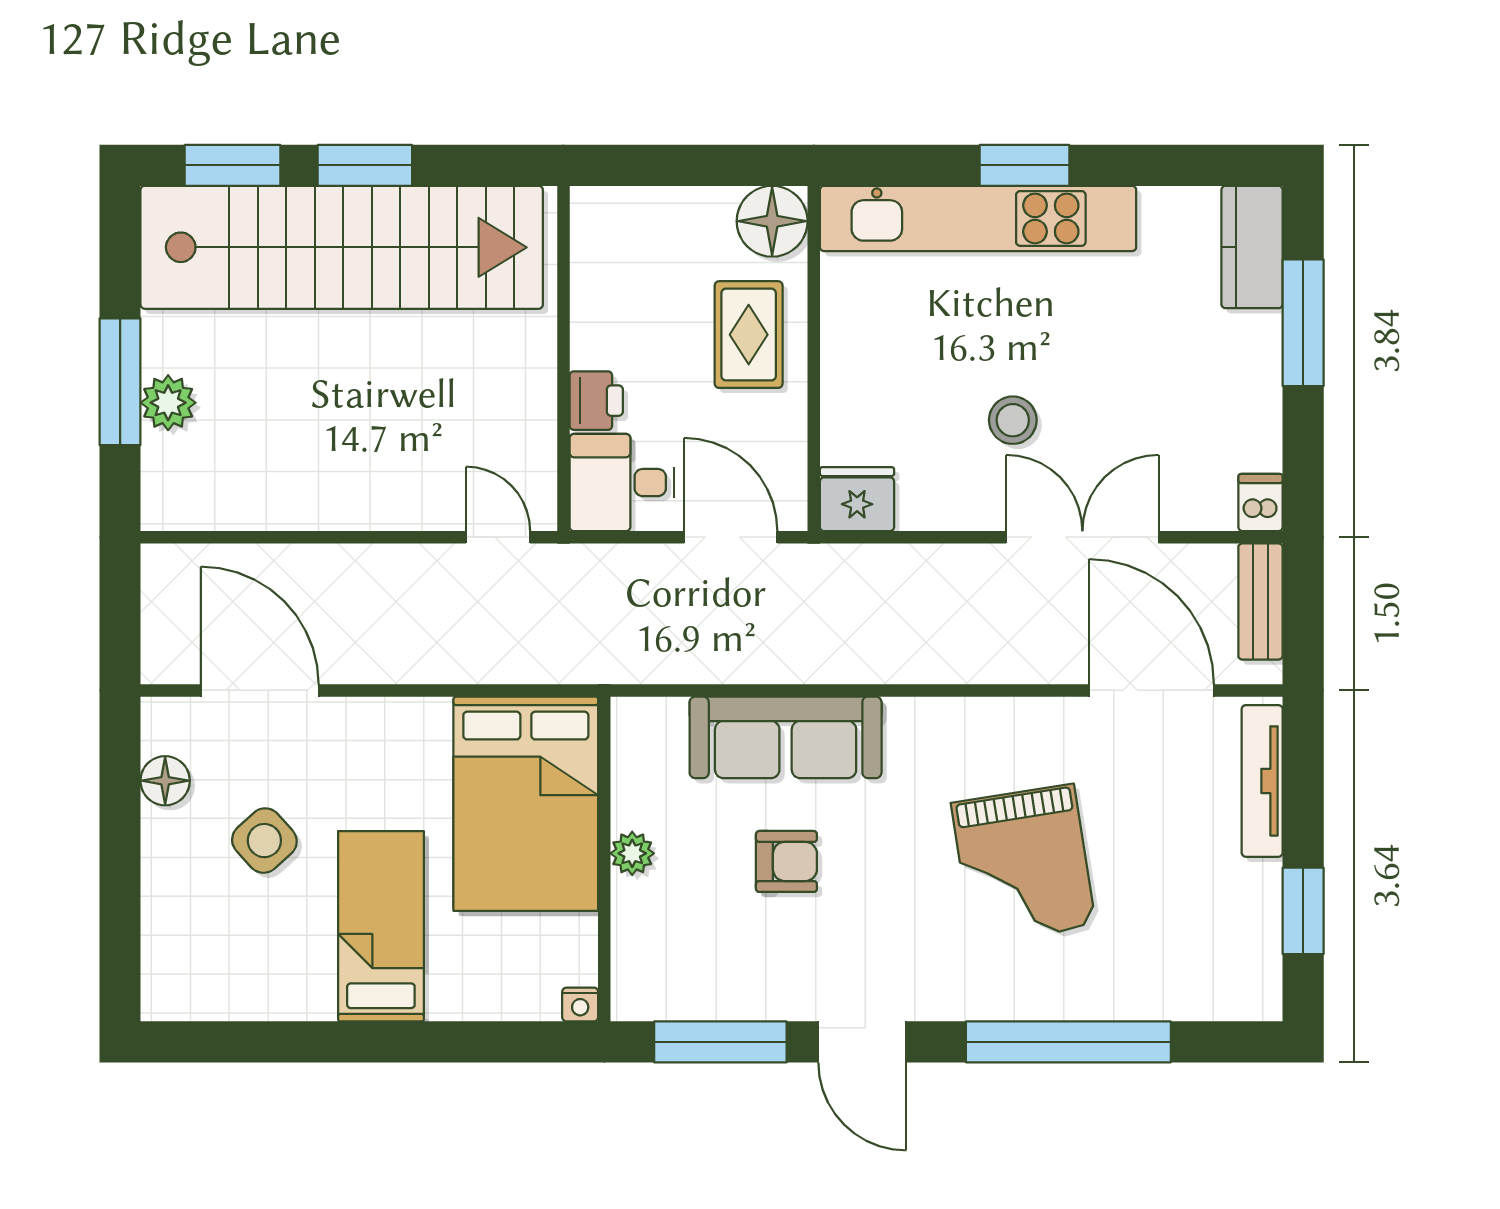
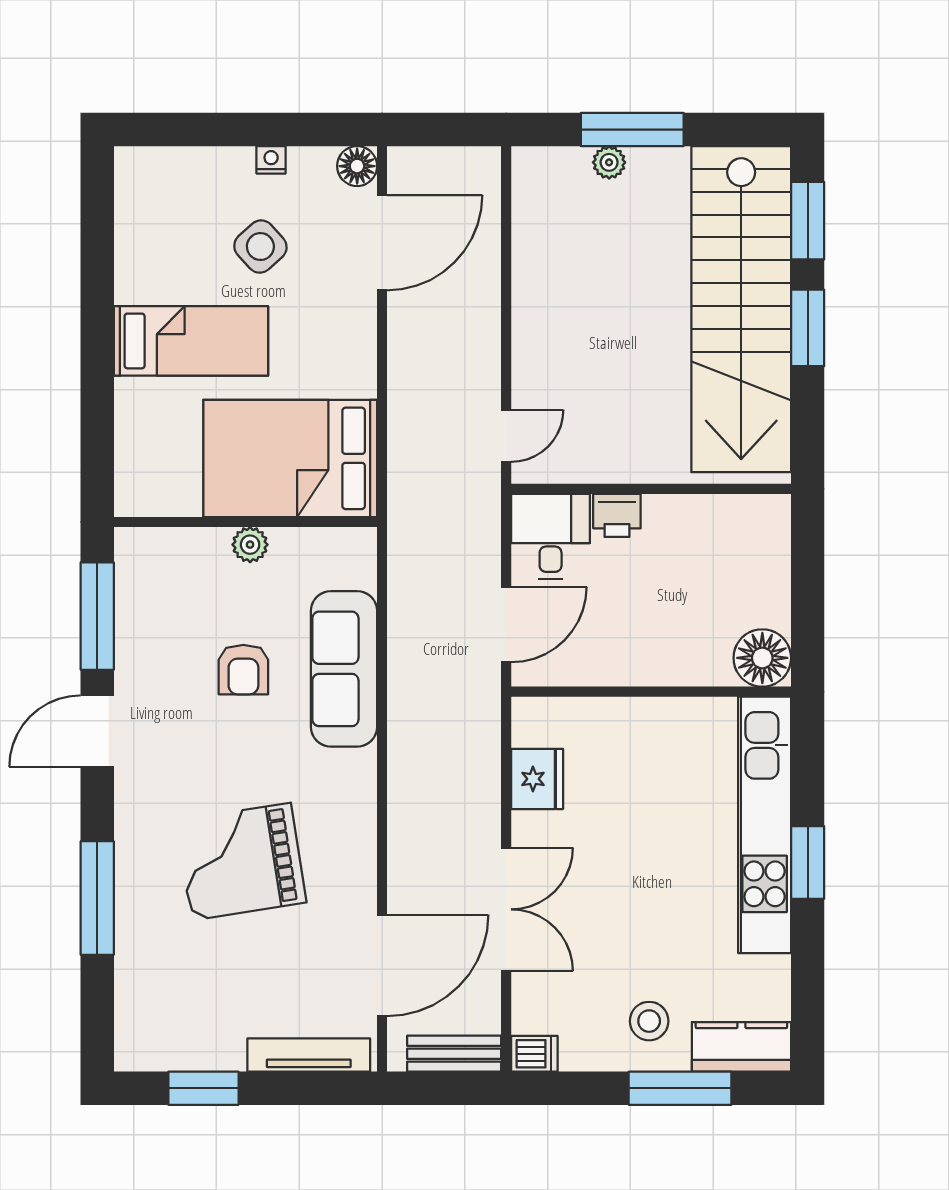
rug: (749, 335) -> (670, 639), removed
plant: (168, 403) -> (609, 162), width x0.73, depth x0.73
stool: (1013, 420) -> (649, 1021), moved
fridge: (857, 499) -> (537, 779), moved
floor lamp: (165, 781) -> (357, 166), moved
nightstand: (580, 1005) -> (271, 160), moved, turned 90
window: (1068, 1042) -> (97, 898), width x0.68

